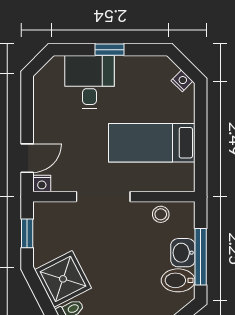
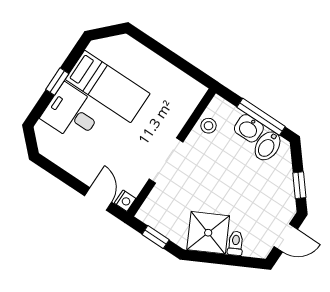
nightstand: (182, 81) -> (118, 42), removed
bed: (152, 143) -> (108, 86), moved, turned -90

